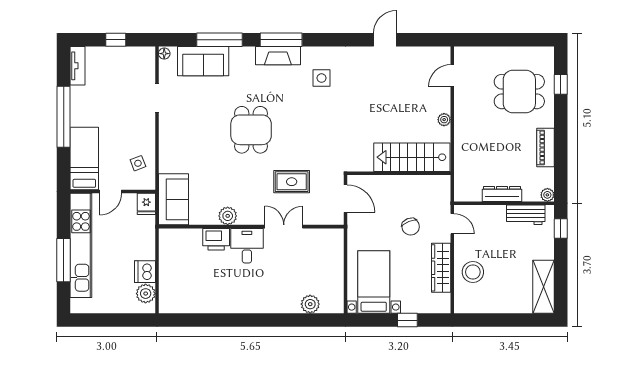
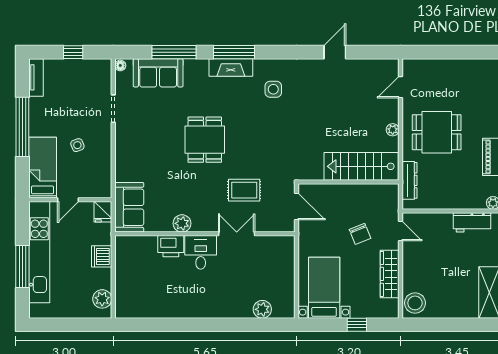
dining table: (519, 92) -> (437, 132), moved
side table: (138, 163) -> (77, 145), moved
dresser: (502, 194) -> (410, 180), moved, turned 90
dishwasher: (145, 272) -> (102, 256), moved
stool: (473, 272) -> (415, 303), moved

